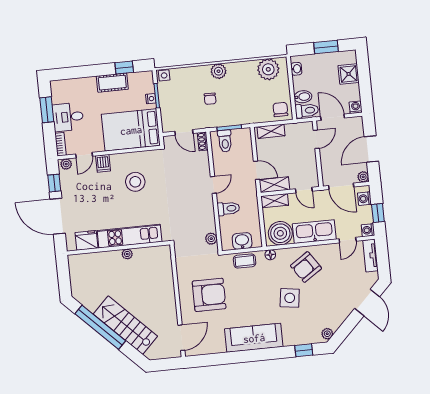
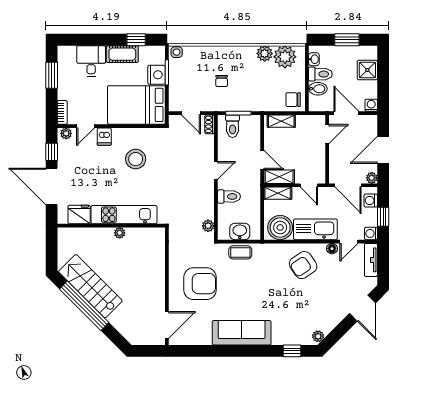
plant: (219, 71) -> (265, 53), moved
nightstand: (151, 99) -> (157, 75), width x1.89, depth x1.79
chair: (280, 110) -> (293, 100), turned -90
toilet: (307, 111) -> (320, 74), moved
desk: (68, 117) -> (91, 61), moved, turned 90
floor lamp: (270, 255) -> (332, 249), moved
side table: (290, 298) -> (283, 295), removed
stairs: (125, 325) -> (90, 286), moved

